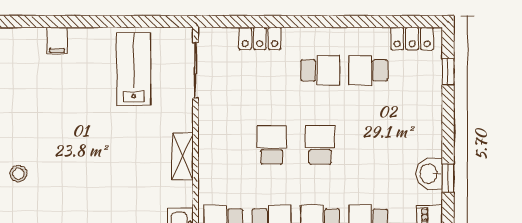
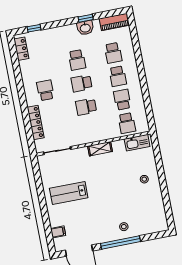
locker: (260, 38) -> (36, 123), width x1.53
filing cabinet: (57, 41) -> (58, 232), moved
lab bench: (134, 69) -> (69, 193), moved
school desk: (368, 70) -> (77, 60), moved

